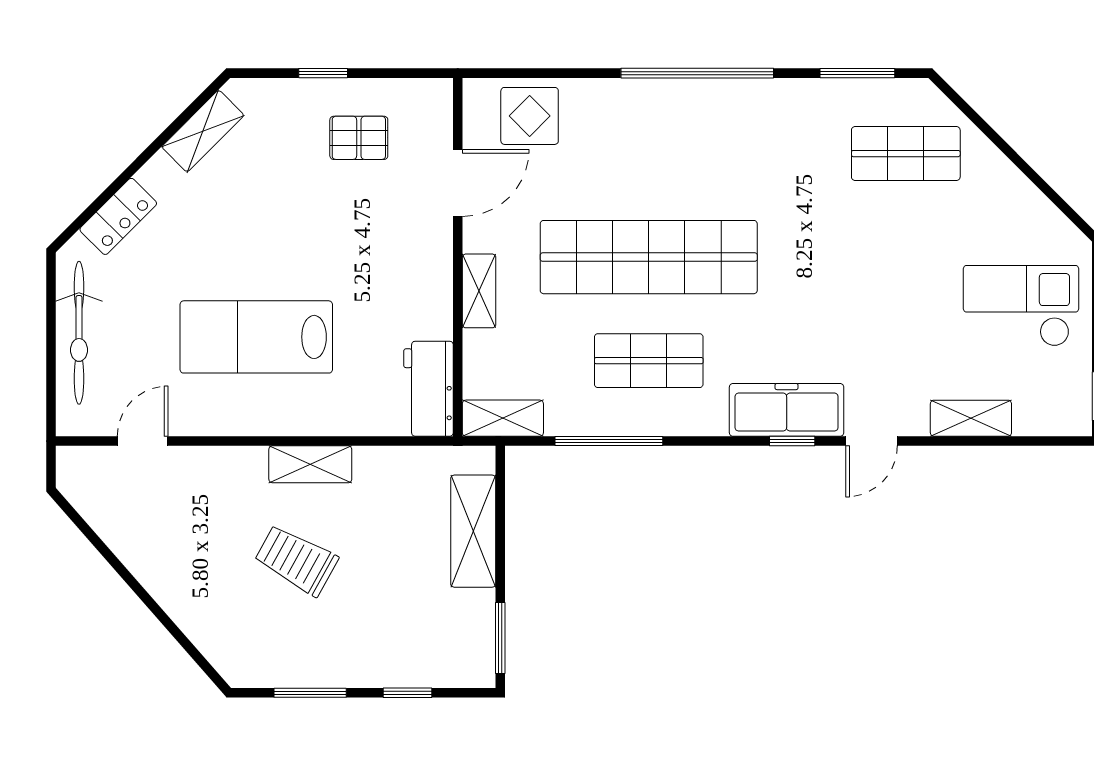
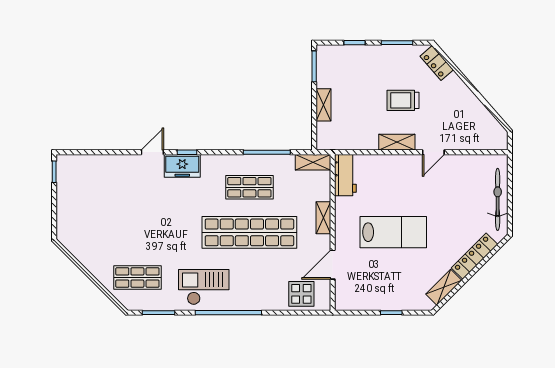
pallet: (359, 138) -> (376, 284), removed
locker: (118, 216) -> (474, 256), width x1.53
checkout: (1021, 306) -> (204, 287), moved, turned 180
lab bench: (256, 337) -> (393, 232), moved
freezer: (787, 410) -> (182, 166), width x0.71
shelving: (971, 418) -> (109, 162), removed
door: (143, 441) -> (433, 152), moved
shelving: (473, 531) -> (323, 105), width x0.67, depth x0.75
trolley: (296, 560) -> (403, 100), turned 151
locker: (219, 646) -> (437, 63), added

